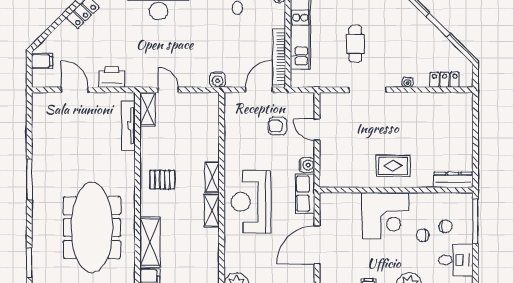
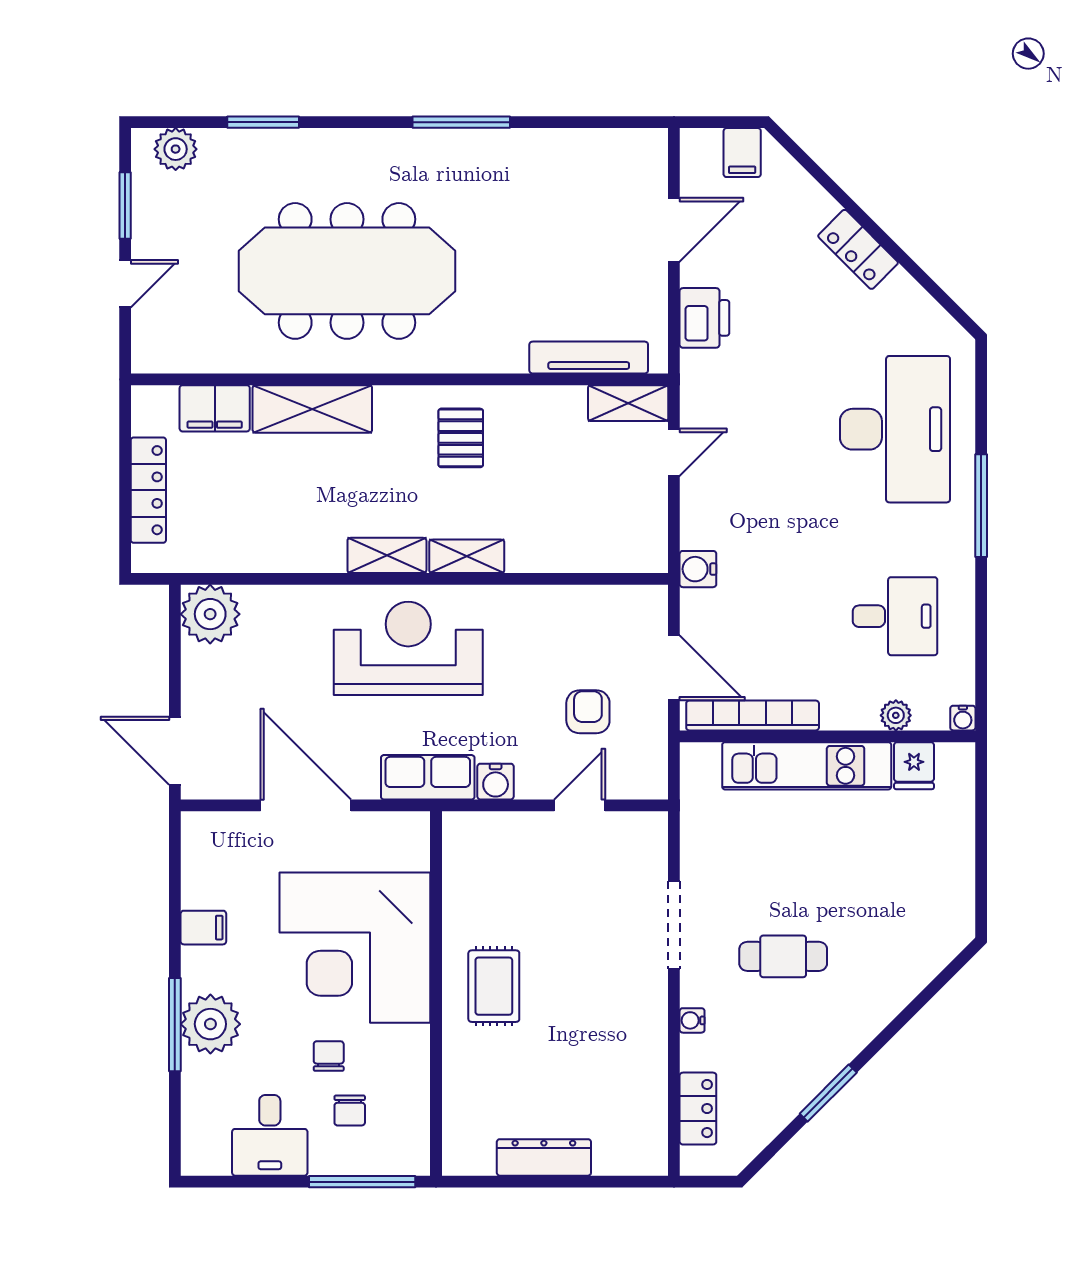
cafe table: (355, 44) -> (783, 956), moved
dresser: (453, 180) -> (544, 1157), moved, turned -90
corner desk: (385, 216) -> (355, 948), width x1.36, depth x1.36

